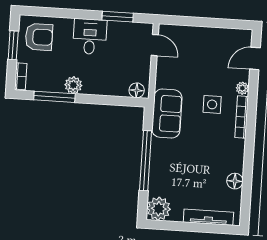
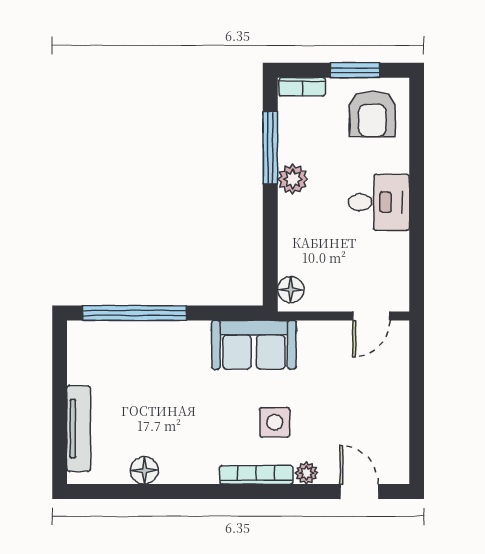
window: (118, 17) -> (417, 248), removed
window: (146, 161) -> (134, 313), moved
plant: (159, 209) -> (88, 341), removed

